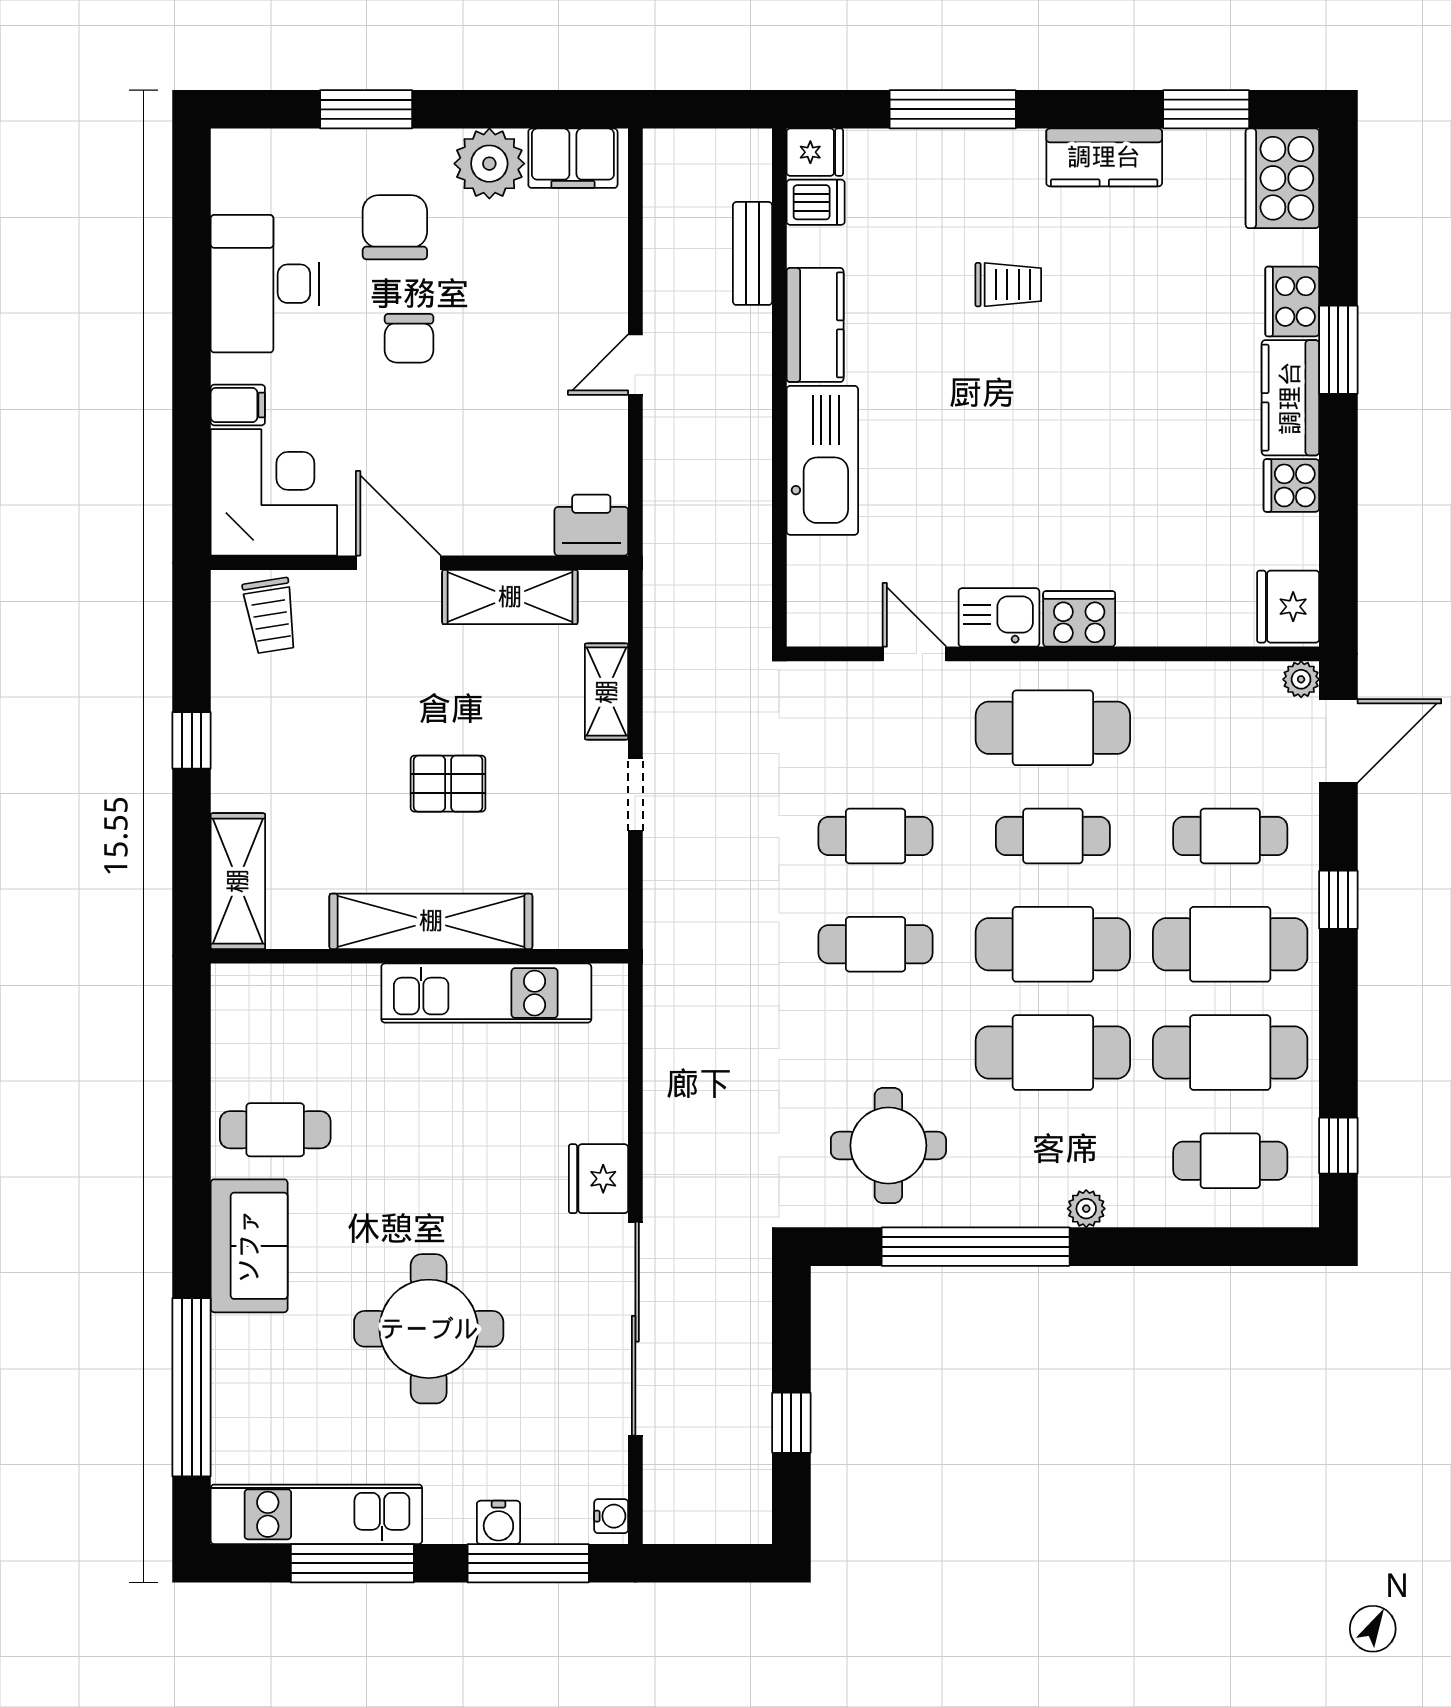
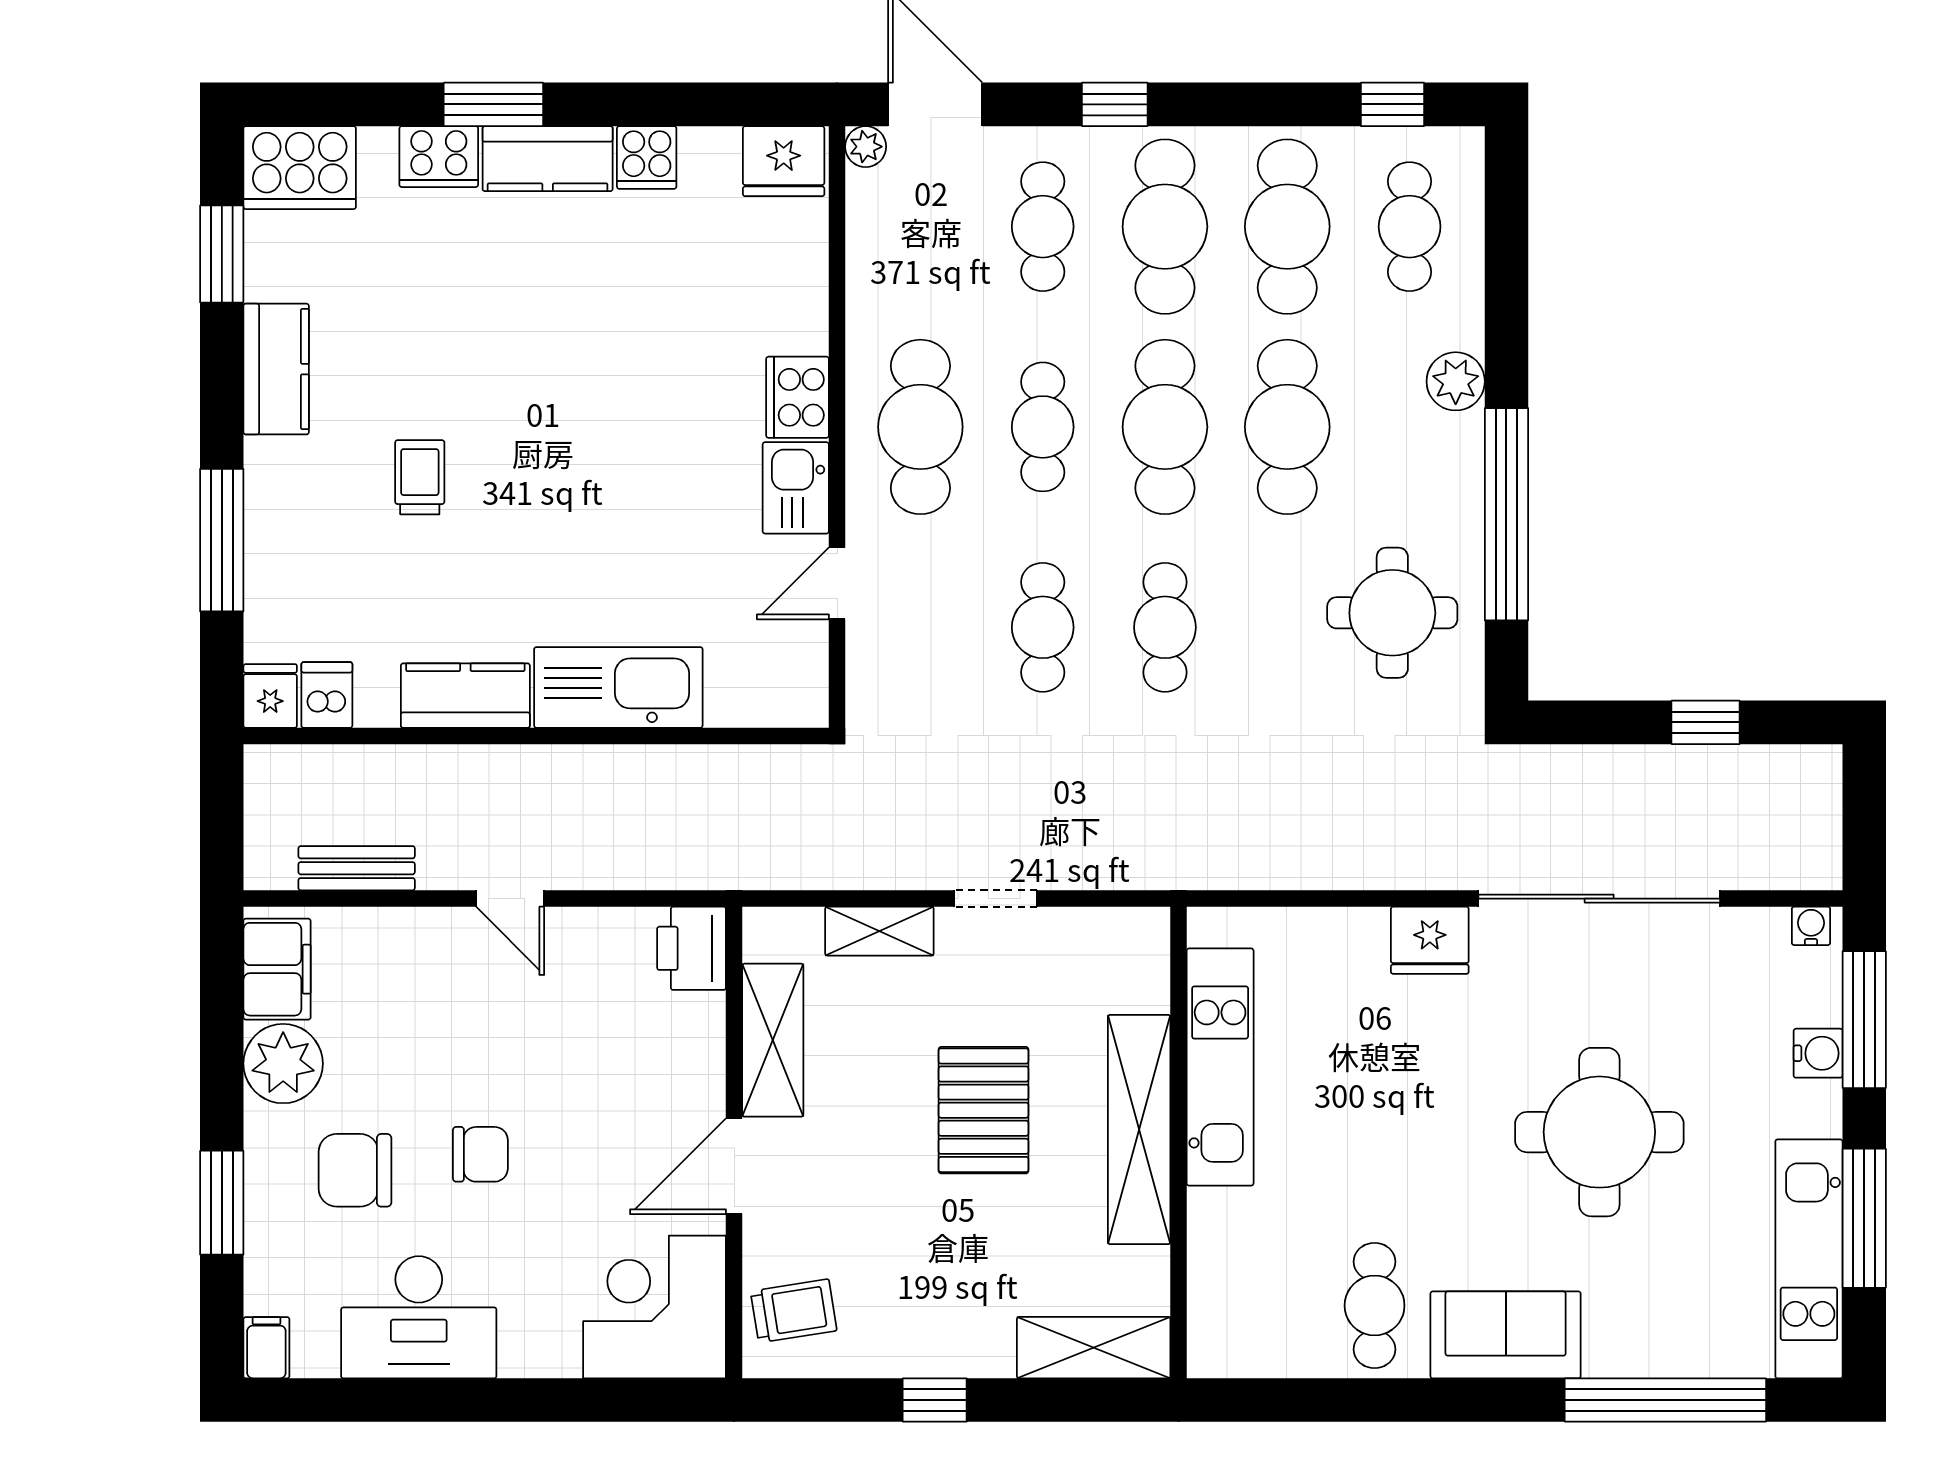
bench: (752, 253) -> (357, 868), moved
filing cabinet: (238, 405) -> (266, 1348), moved
pallet: (448, 784) -> (984, 1110), width x1.50, depth x1.42
plant: (1086, 1209) -> (1456, 381), width x1.38, depth x1.38

